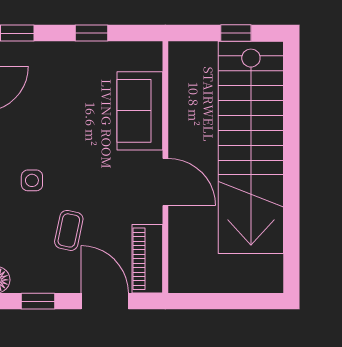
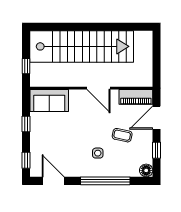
window: (236, 33) -> (26, 66), moved
sofa: (140, 111) -> (49, 101), moved
door: (165, 182) -> (99, 88), swing flipped

